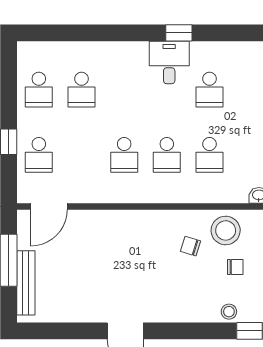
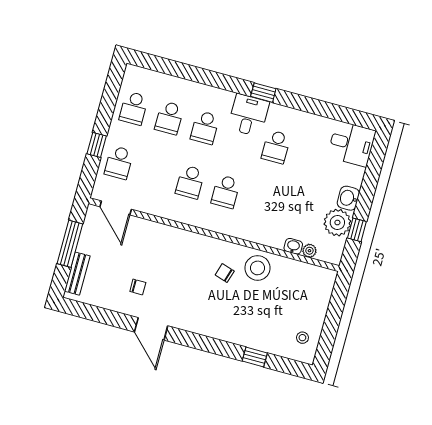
school desk: (210, 155) -> (205, 128), moved
door: (49, 206) -> (116, 208), hinge flipped
chair: (235, 267) -> (138, 287), moved
bench: (26, 283) -> (77, 274), width x0.73
stool: (229, 312) -> (242, 336), removed

